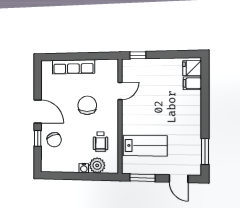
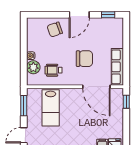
row of seats: (73, 67) -> (117, 67), moved
door: (120, 91) -> (96, 87), width x1.87
window: (38, 138) -> (108, 15), moved

